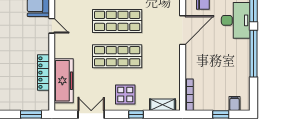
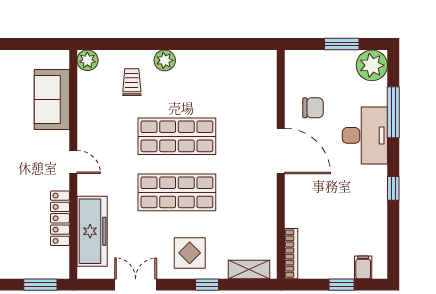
door: (52, 26) -> (73, 162), moved
door: (183, 30) -> (281, 151), hinge flipped
window: (253, 54) -> (393, 188), width x0.32

